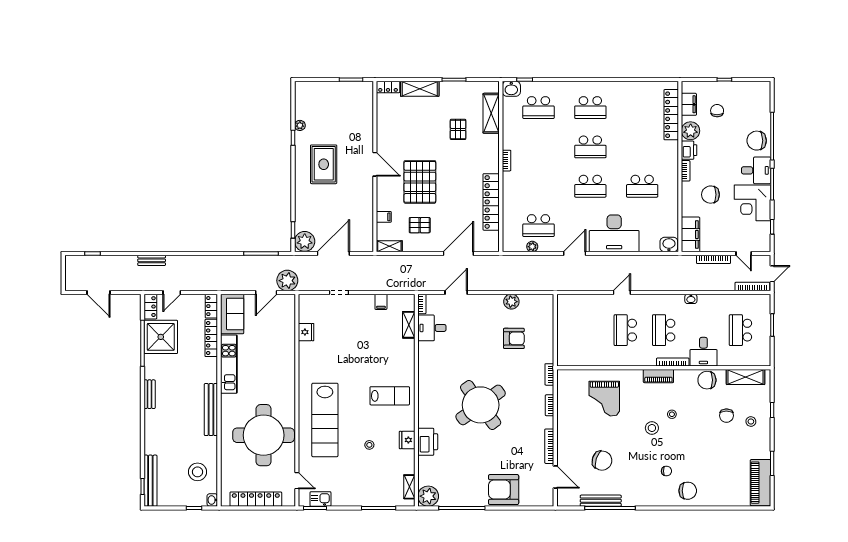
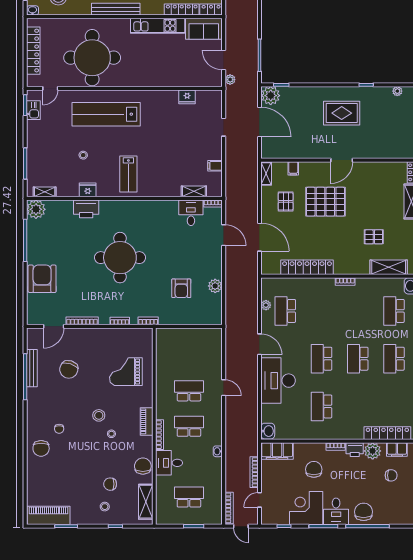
plant: (300, 125) -> (397, 91), moved
plant: (287, 281) -> (230, 80), width x0.53, depth x0.53
round table: (481, 405) -> (120, 258), turned 36

